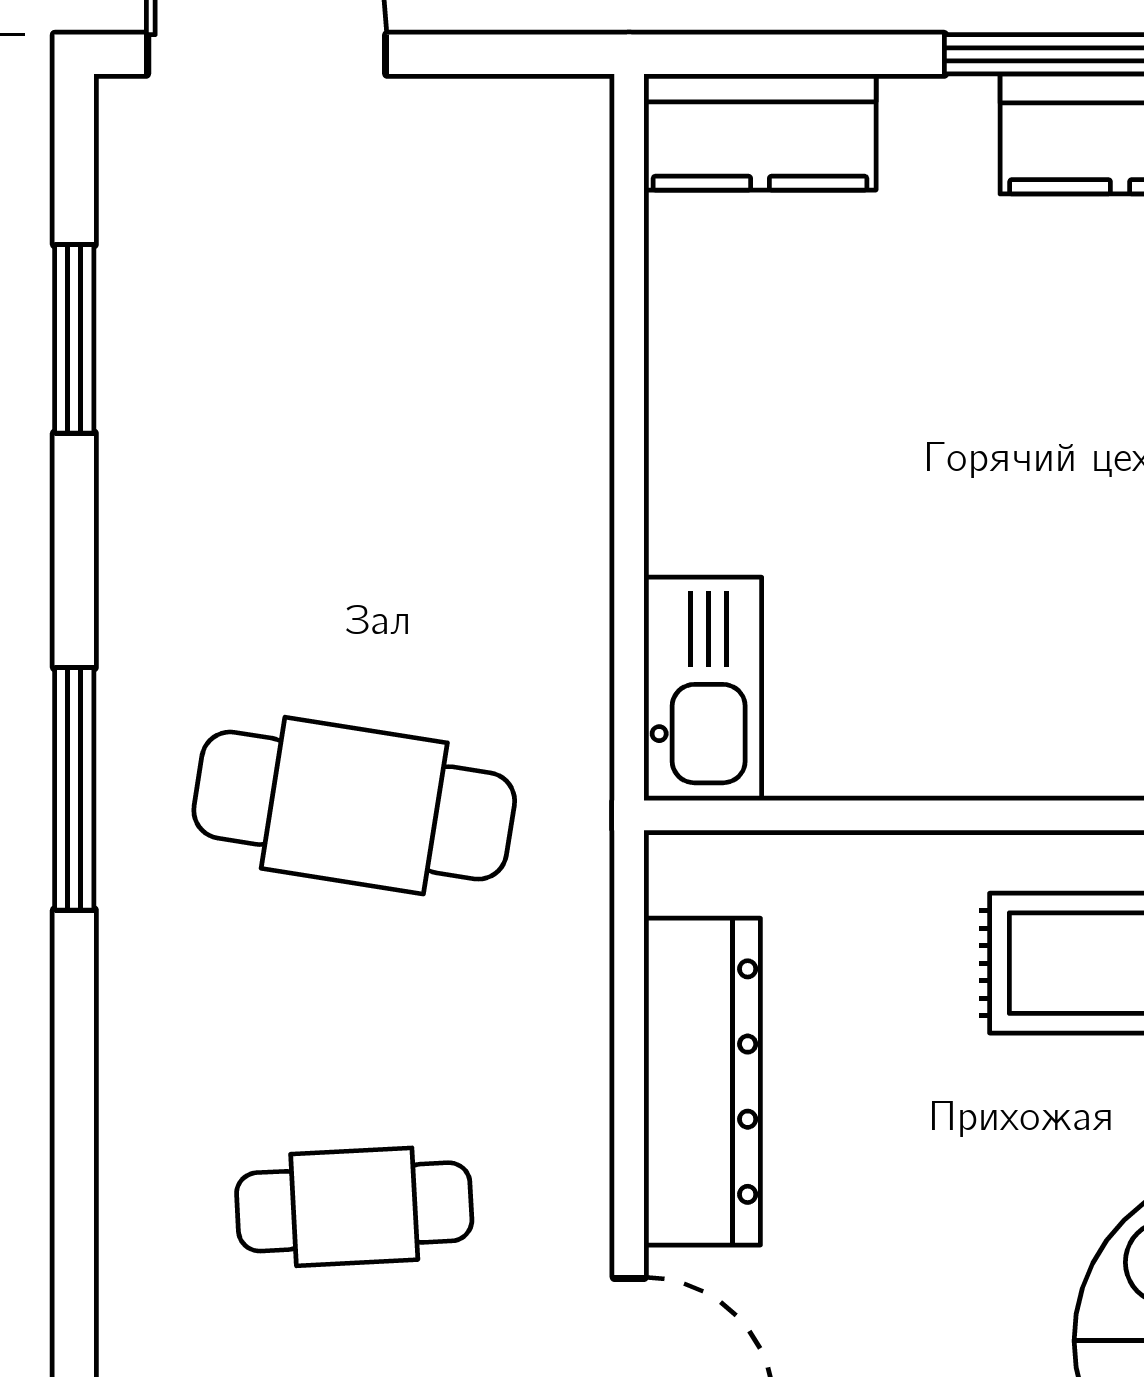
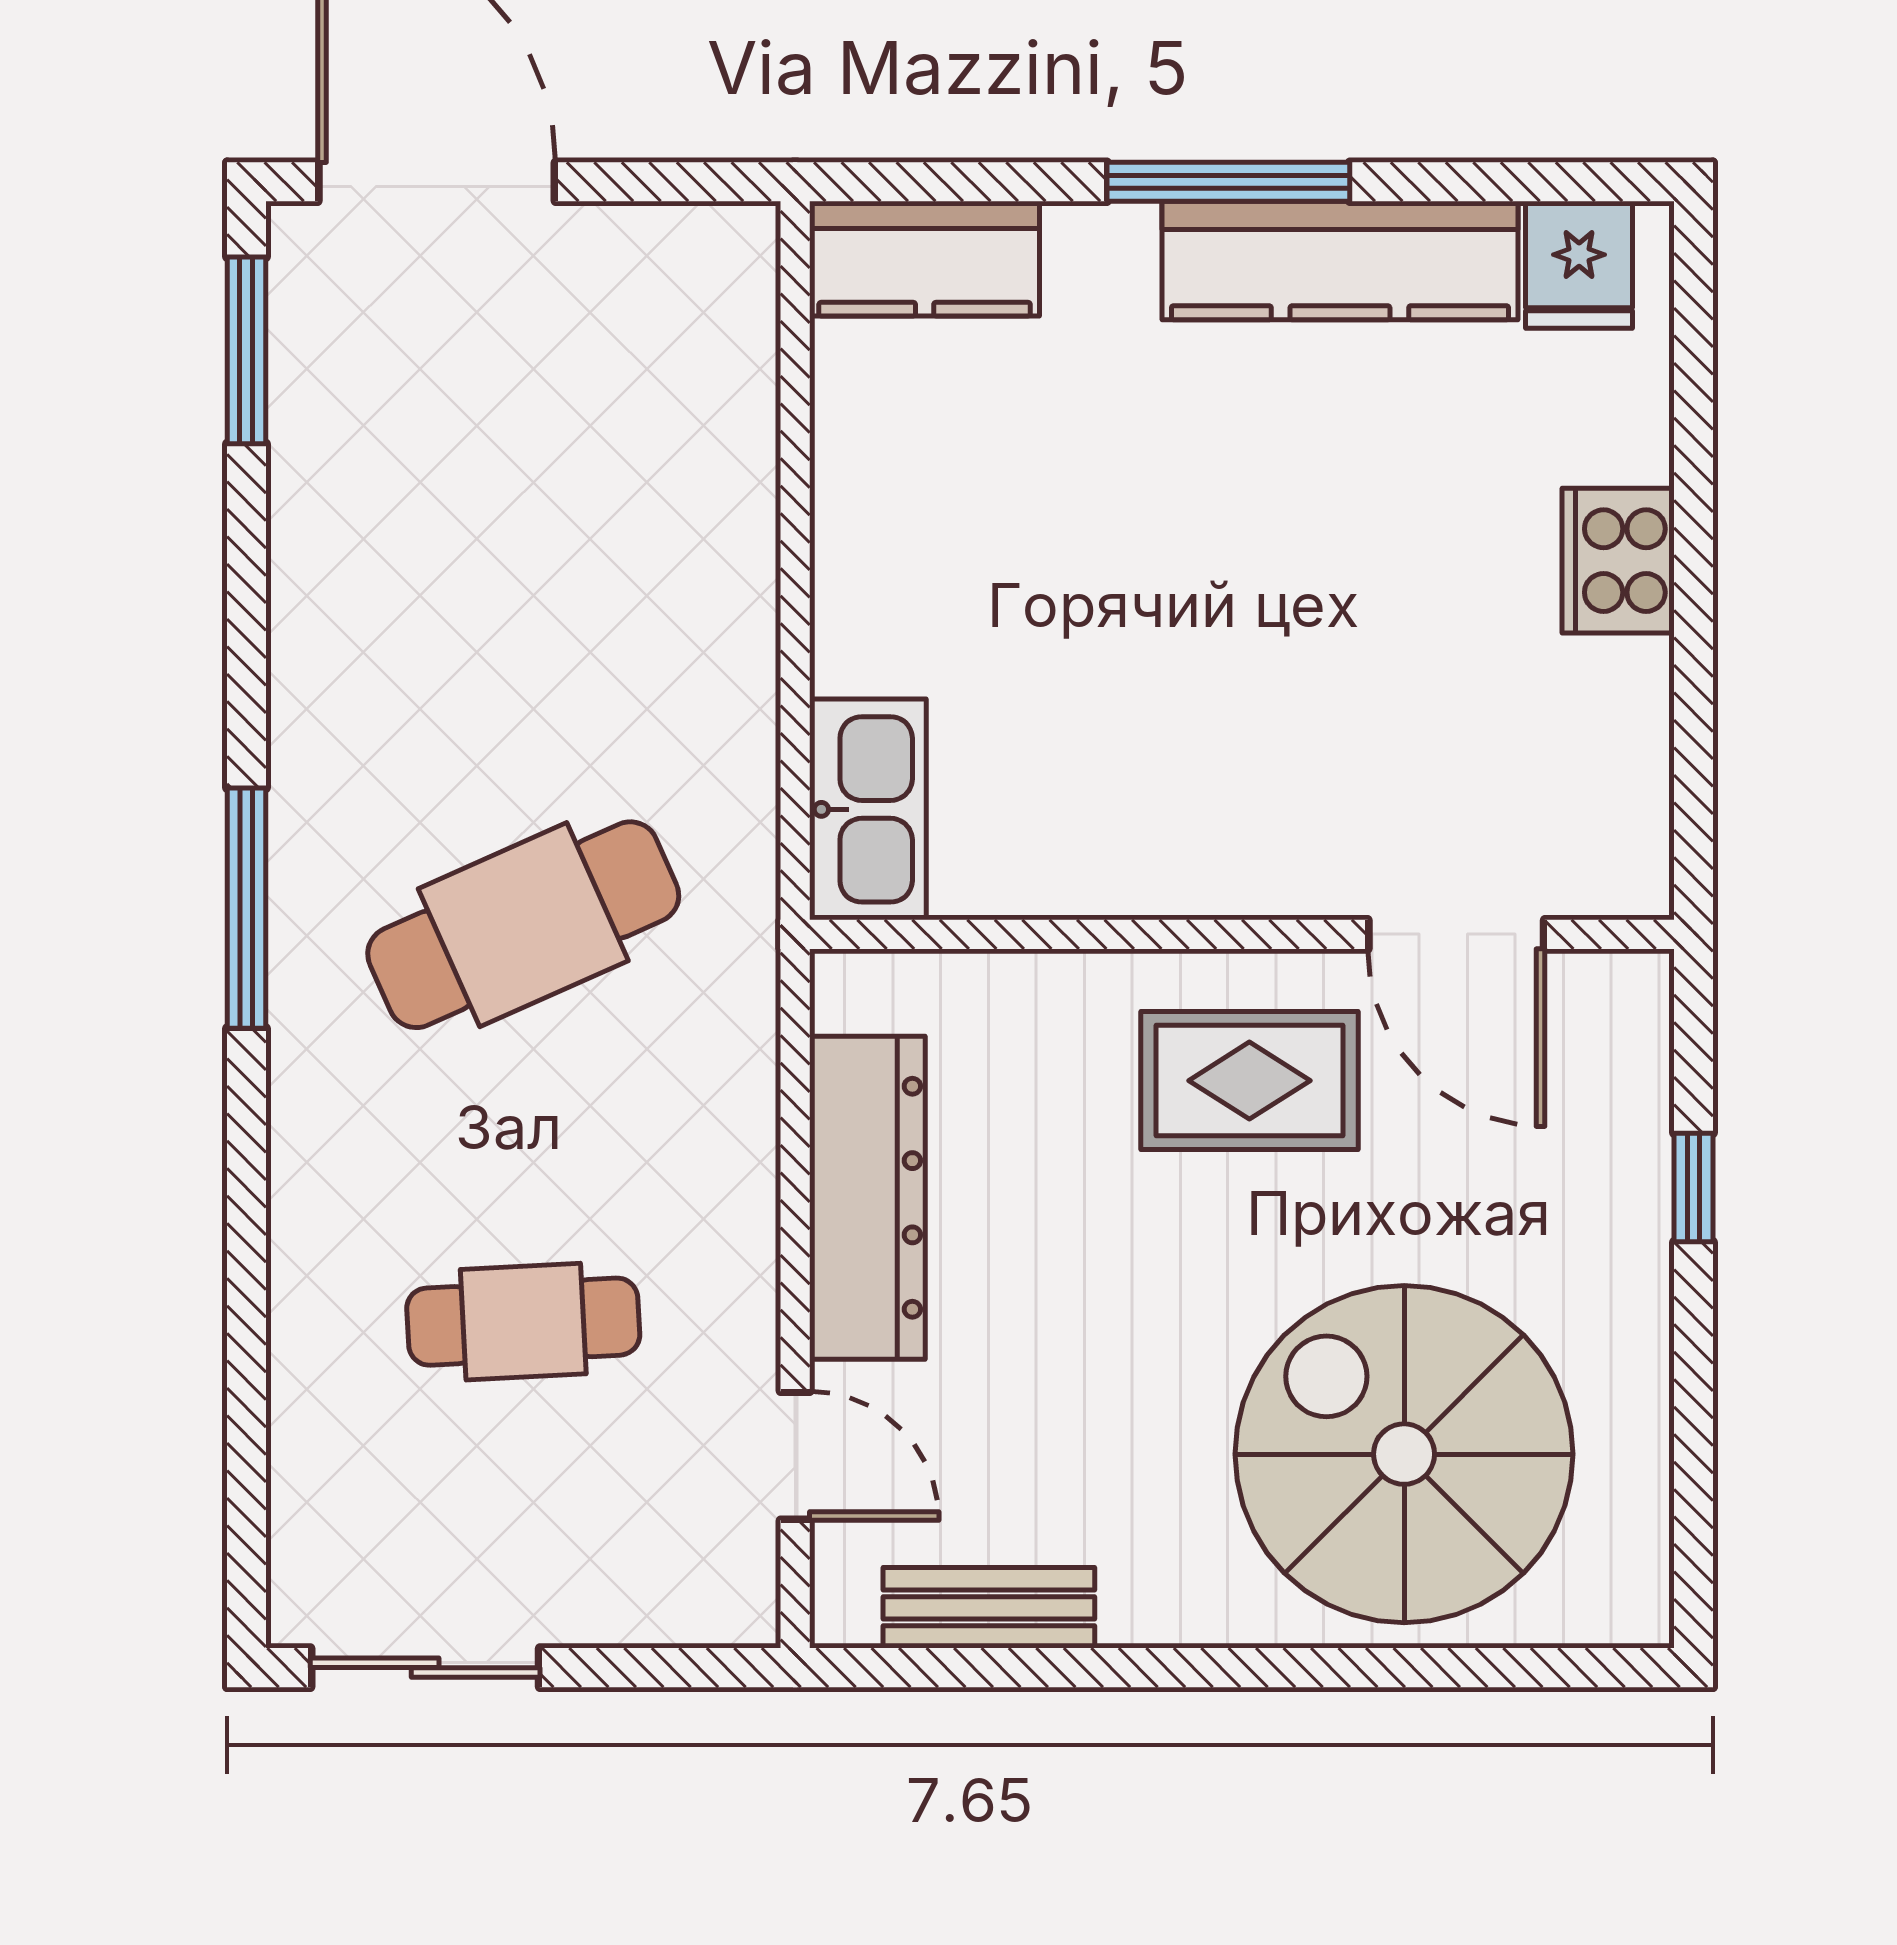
window: (74, 339) -> (246, 350), moved
cafe table: (354, 806) -> (523, 925), turned -33

